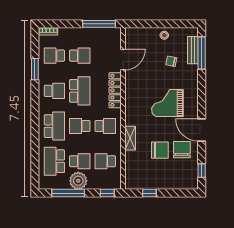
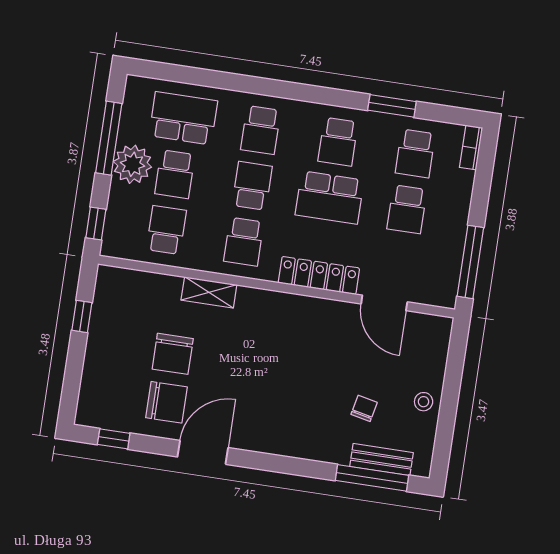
school desk: (54, 56) -> (415, 153), turned 180
grand piano: (167, 103) -> (274, 386), removed
school desk: (54, 126) -> (261, 130), width x0.54

